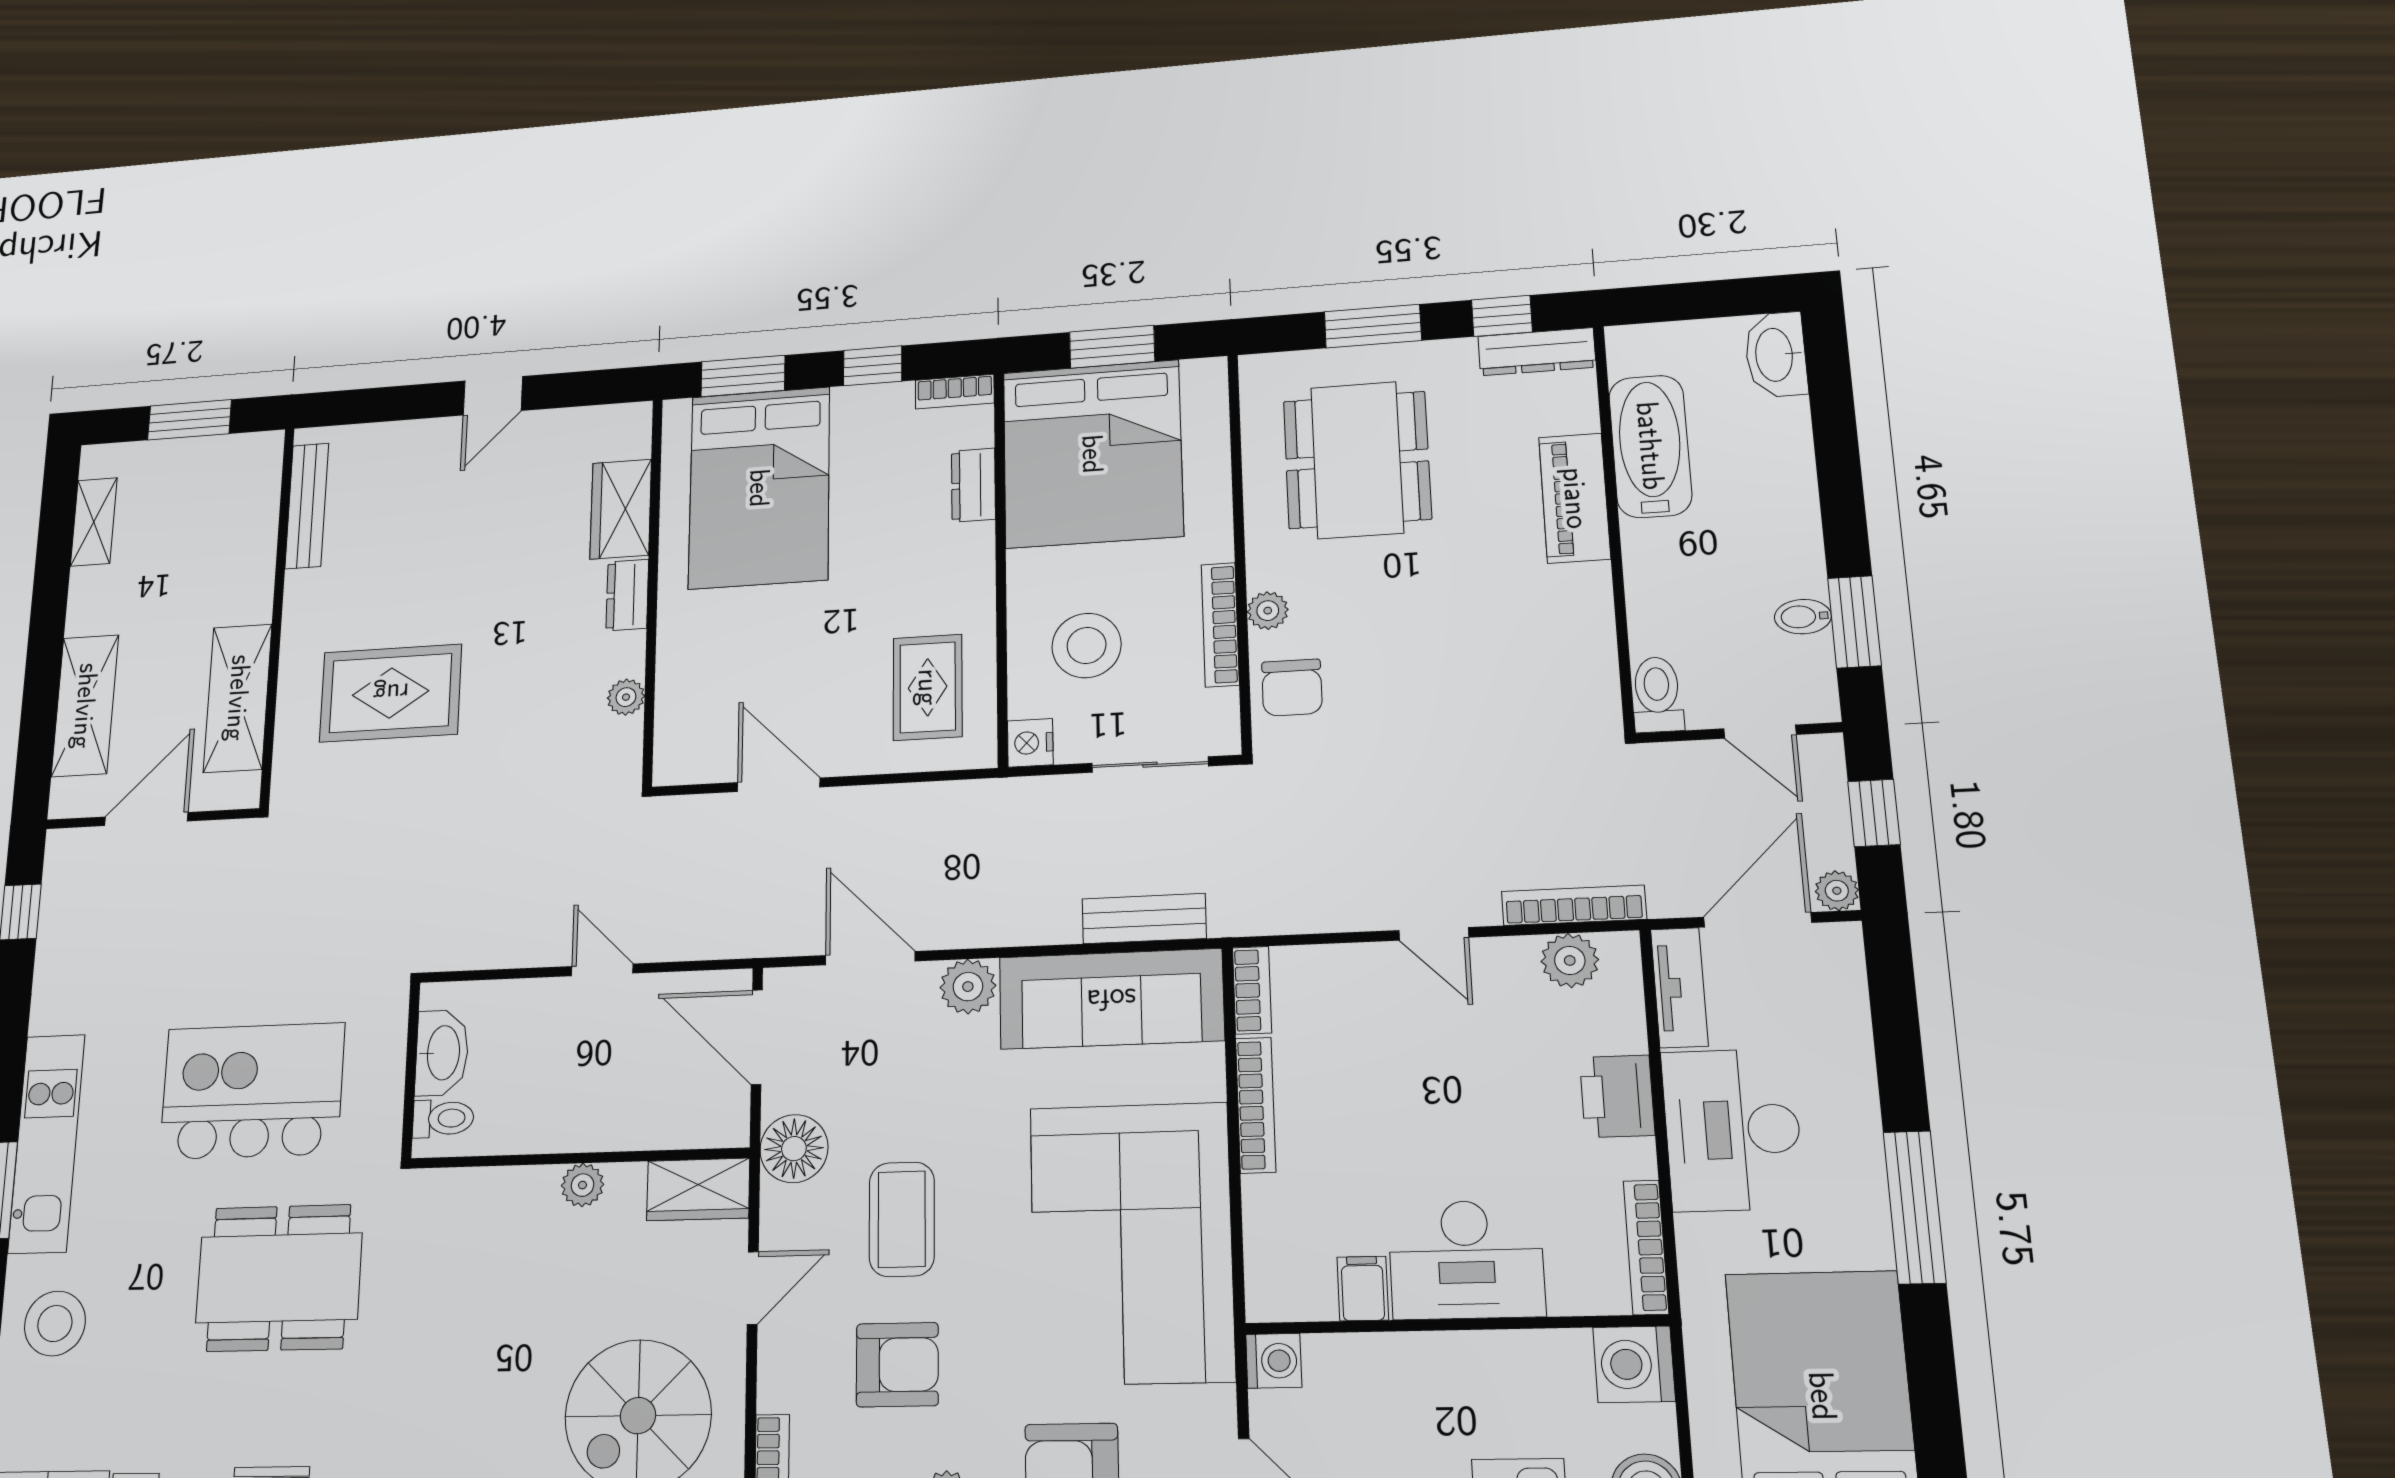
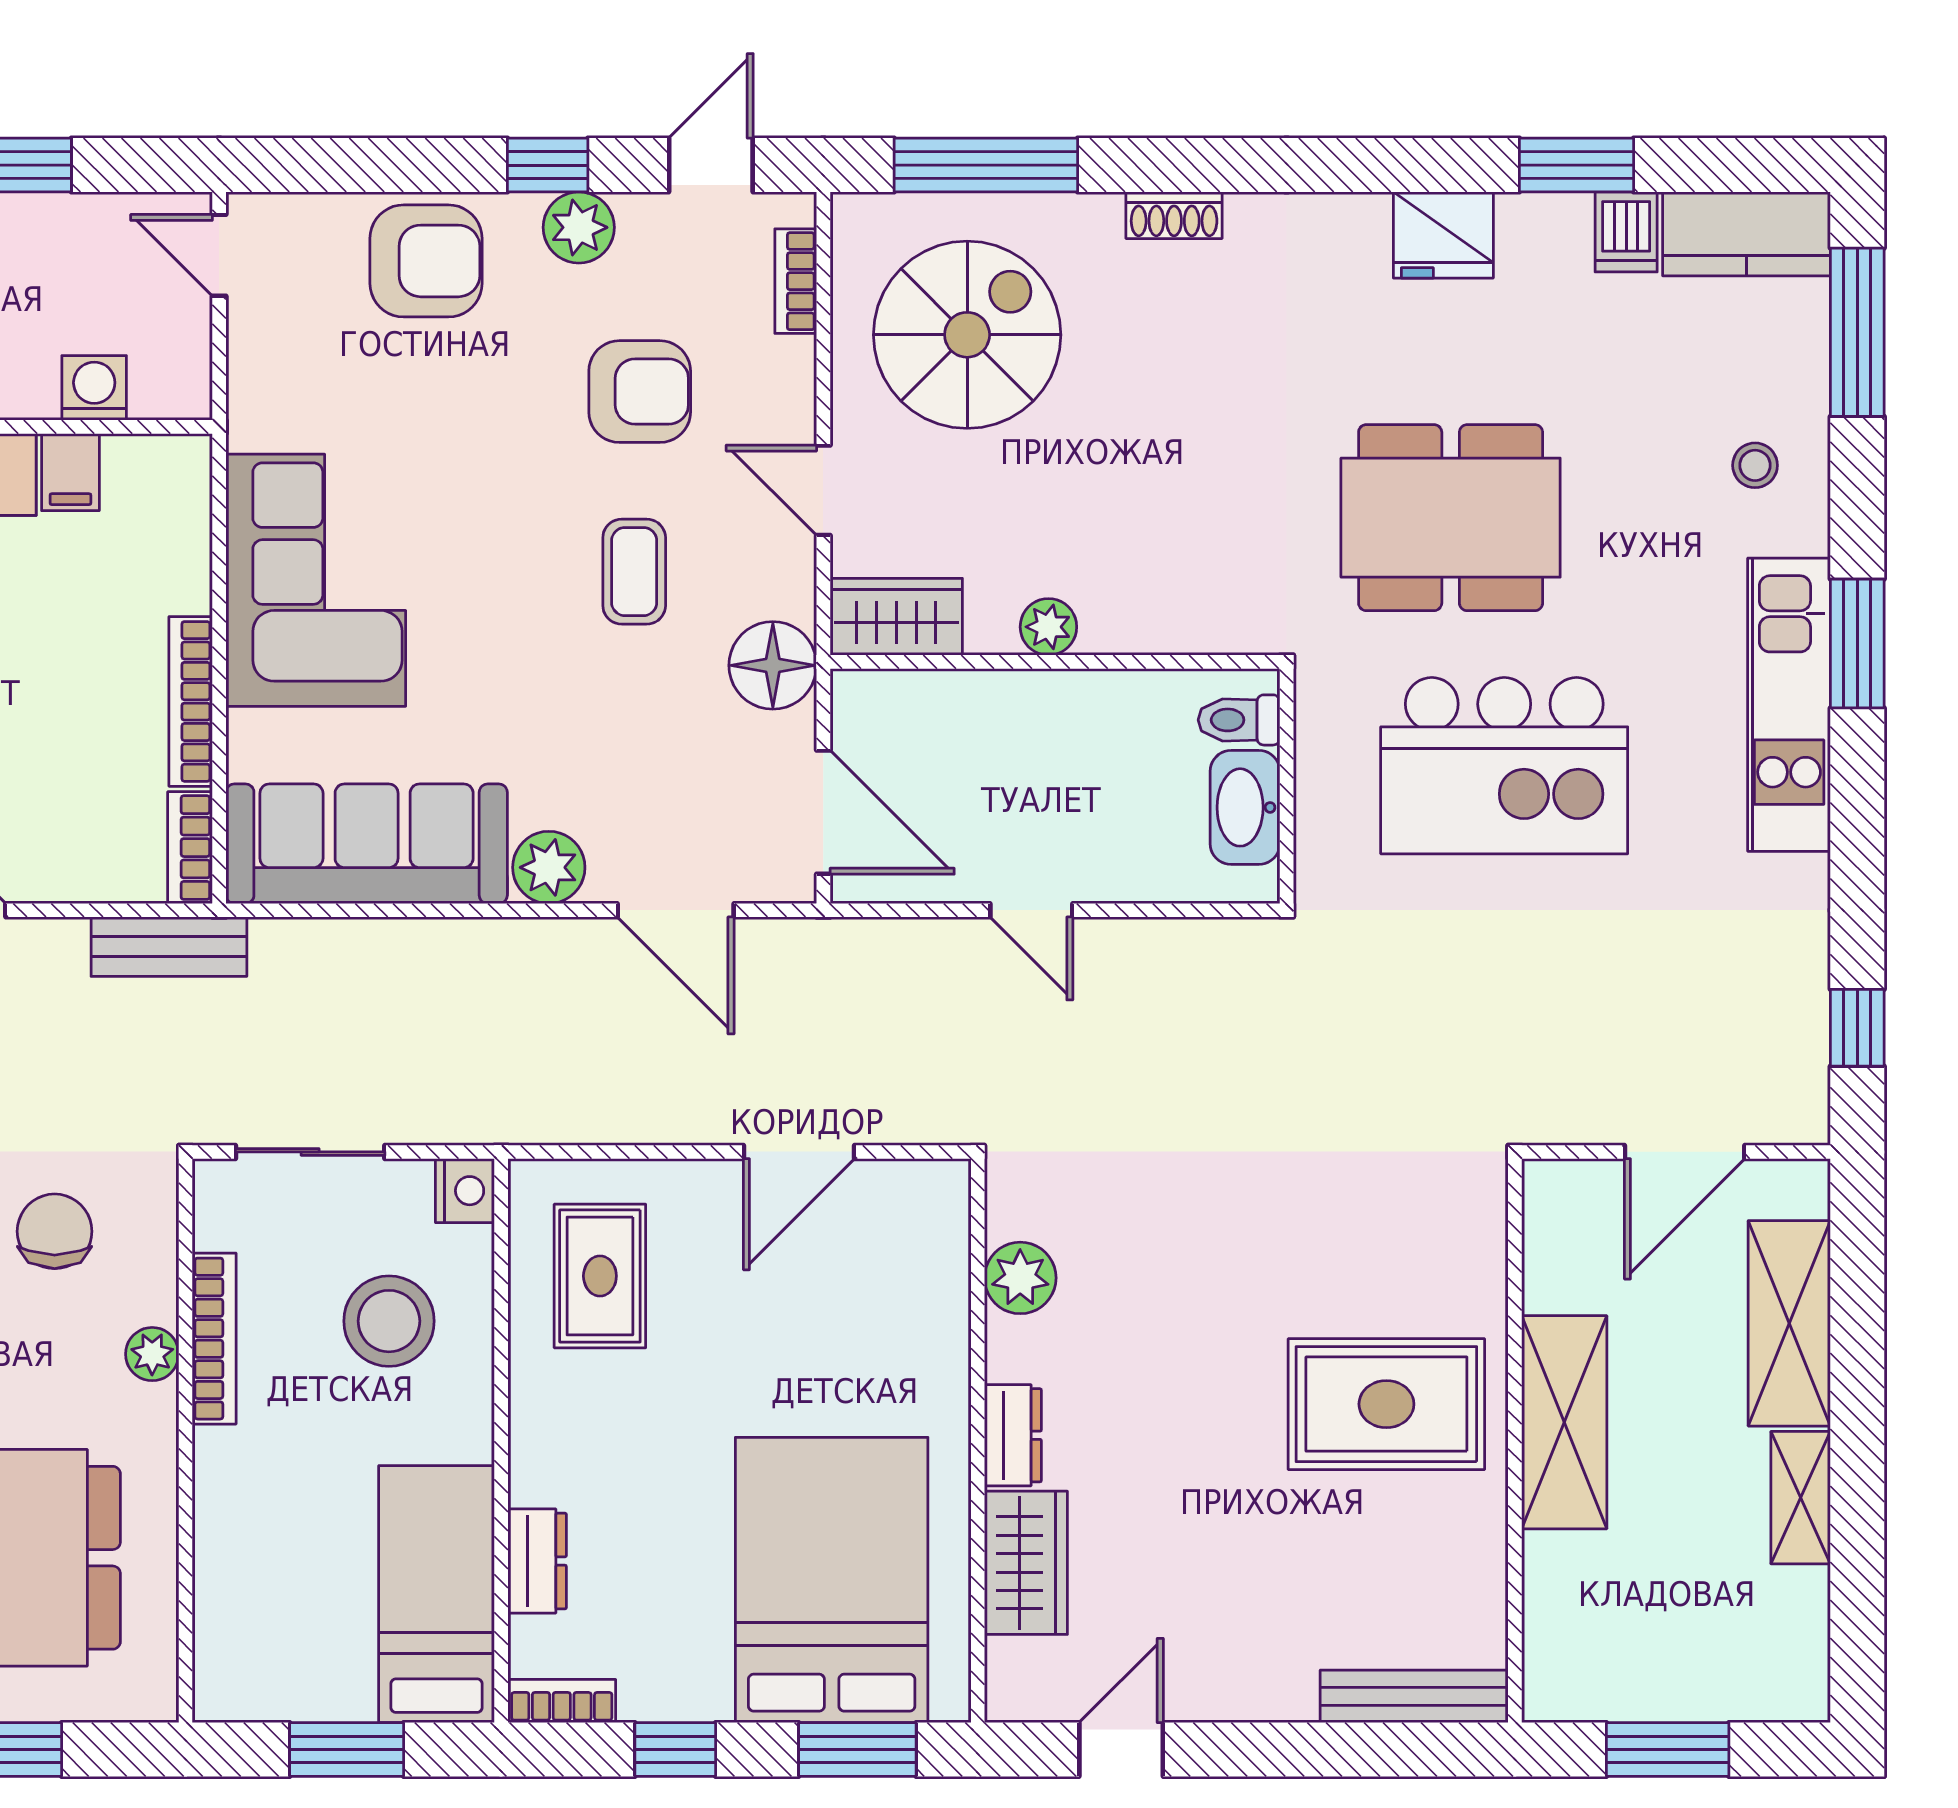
door: (493, 396) -> (1121, 1749), moved
bed: (1092, 454) -> (437, 1594), width x0.49
bench: (307, 506) -> (1414, 1696), moved, turned 90
shelving: (94, 522) -> (1801, 1498), moved
chair: (1292, 688) -> (55, 1231), moved
rug: (391, 693) -> (1386, 1404), moved
plant: (626, 697) -> (1020, 1278), width x1.38, depth x1.38
shelving: (238, 698) -> (1564, 1422), moved
door: (779, 785) -> (799, 1152), hinge flipped
bench: (1144, 919) -> (169, 947), moved
coffee table: (902, 1219) -> (634, 572), width x0.73, depth x0.77
corner sofa: (1131, 1243) -> (316, 580), width x0.73, depth x0.74
door: (753, 1288) -> (823, 490), hinge flipped
stool: (55, 1323) -> (1755, 465), width x0.53, depth x0.53
washing machine: (1274, 1361) -> (94, 388), moved, turned 90
armchair: (897, 1365) -> (640, 392), turned 180

